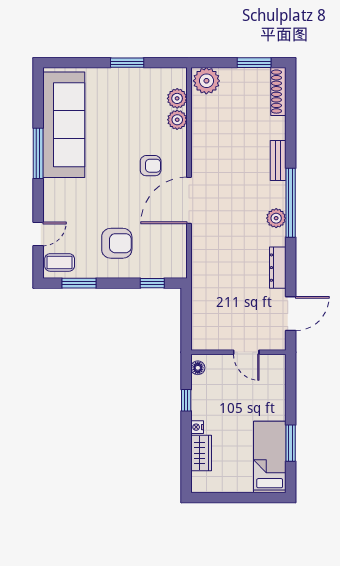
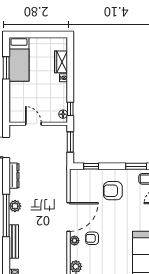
bench: (278, 161) -> (14, 241), width x1.36
plant: (179, 162) -> (75, 241), added
window: (186, 323) -> (70, 142), added
window: (186, 400) -> (70, 109), moved

